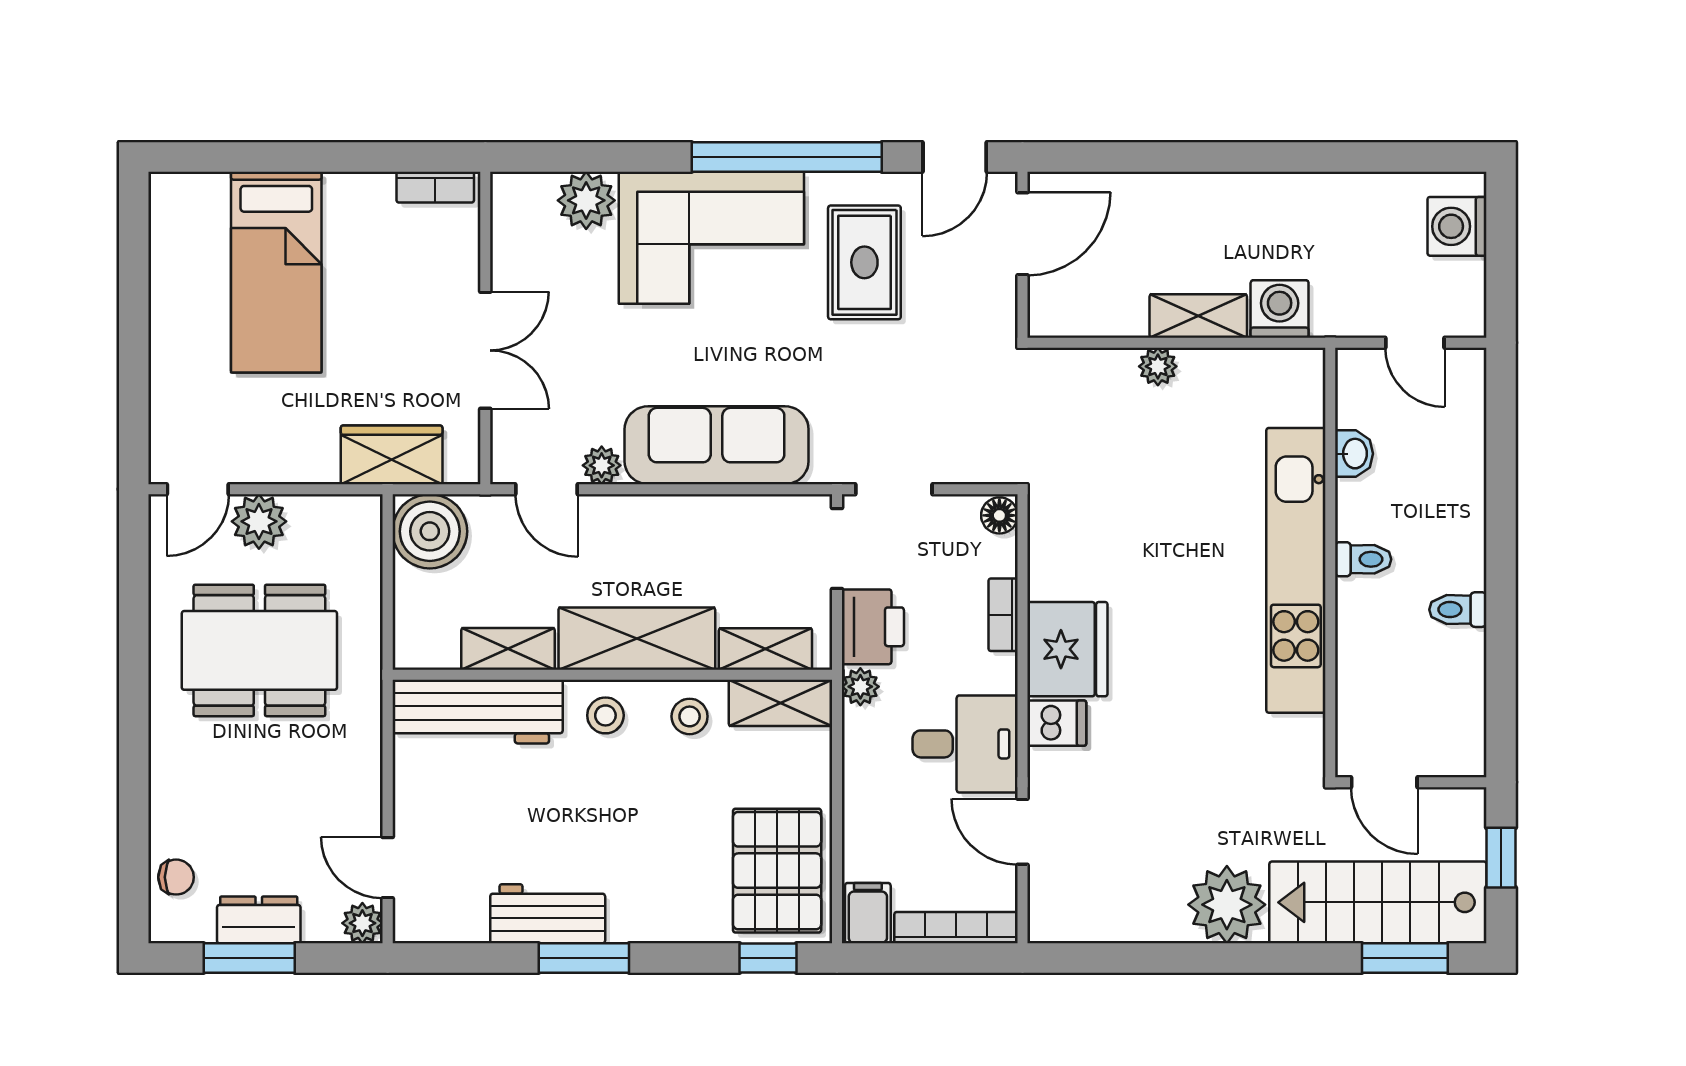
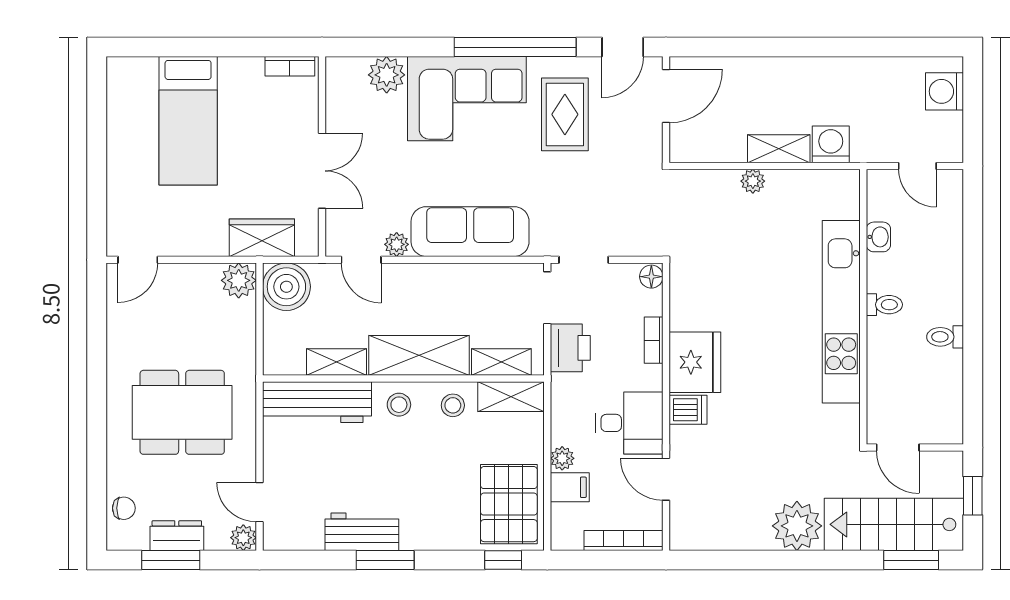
plant: (259, 521) -> (239, 280), moved
dining table: (259, 650) -> (182, 412), moved
plant: (860, 687) -> (562, 458), moved
filing cabinet: (868, 913) -> (570, 487), moved, turned 90

